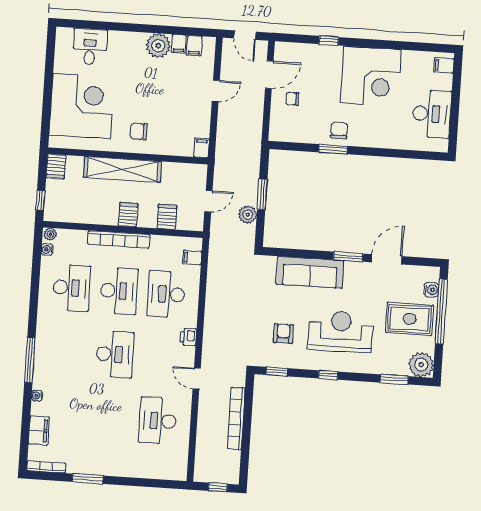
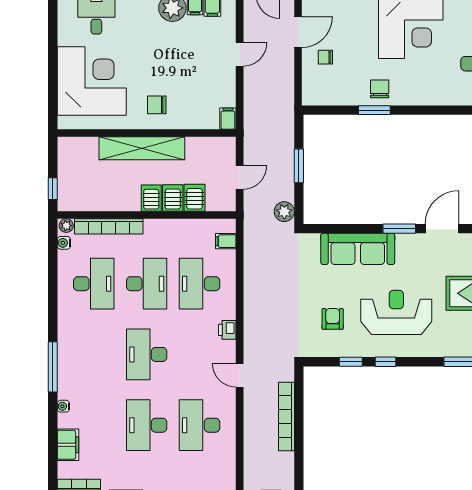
server rack: (56, 166) -> (173, 198), moved, turned 180
plant: (248, 215) -> (284, 212), moved
bookcase: (119, 239) -> (109, 226), moved
desk: (115, 354) -> (147, 354), turned 180
window: (277, 372) -> (351, 362), moved
desk: (110, 418) -> (147, 425), added

